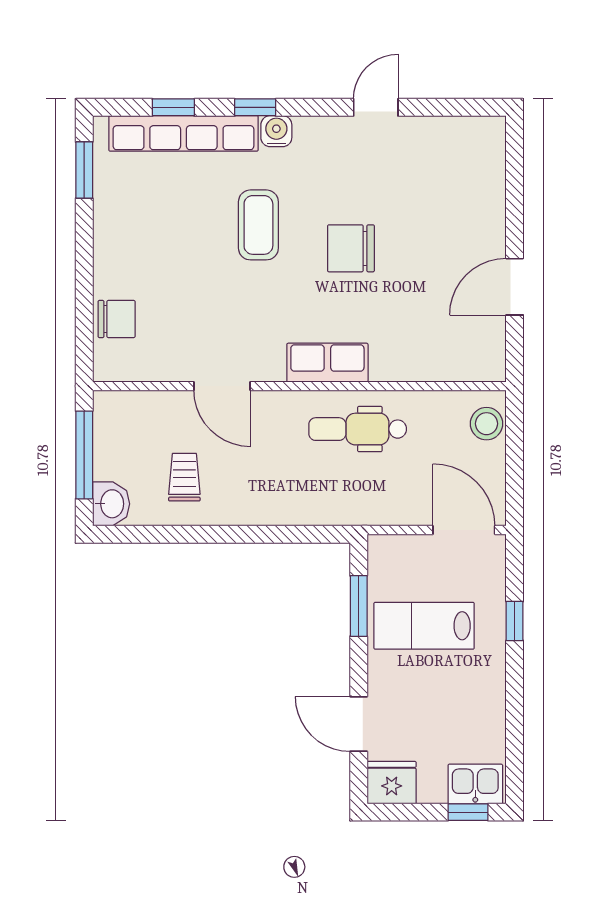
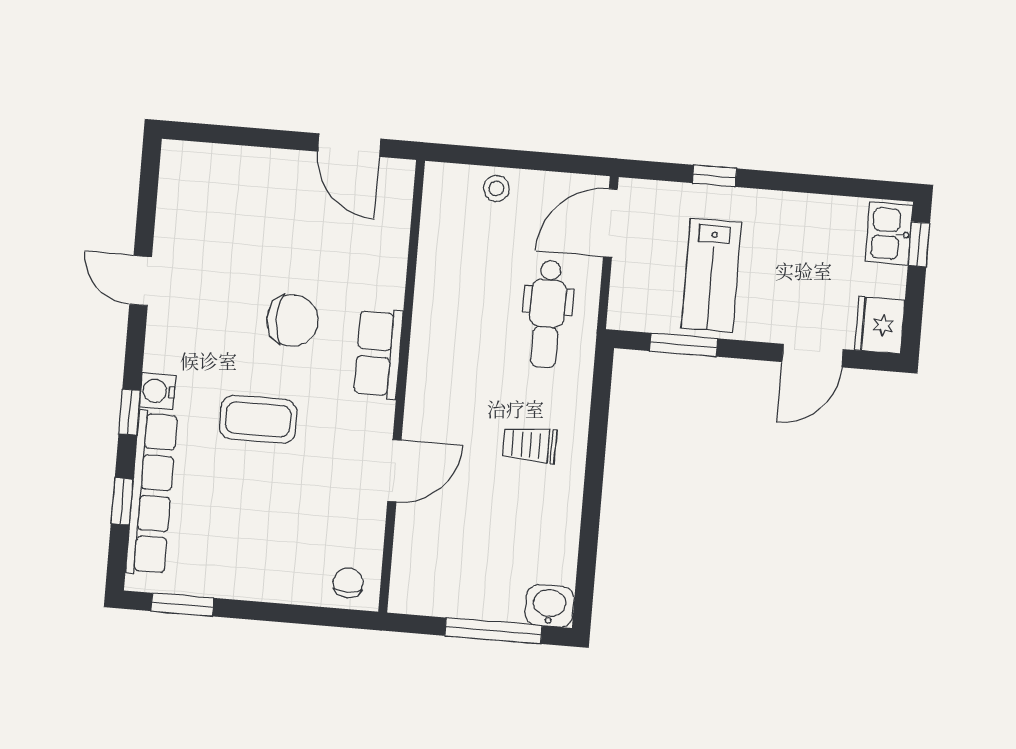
chair: (351, 248) -> (292, 320), turned -90
chair: (117, 319) -> (348, 583), width x0.73, depth x0.73
row of seats: (327, 363) -> (379, 354), moved
door: (222, 386) -> (394, 471), moved
wall: (299, 386) -> (402, 386), moved
stool: (487, 424) -> (496, 188), width x0.73, depth x0.73
dental chair: (358, 429) -> (547, 314), moved
trolley: (184, 477) -> (530, 445), moved

